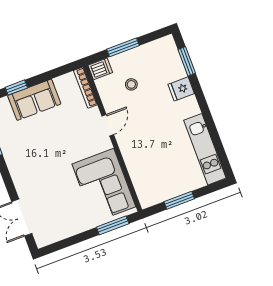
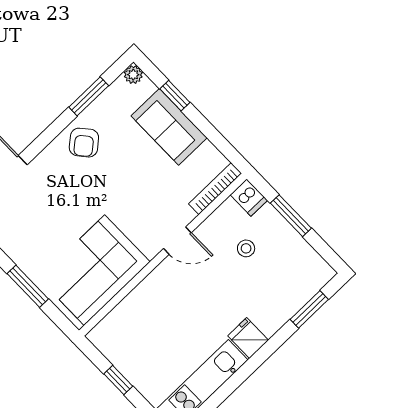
fridge: (181, 89) -> (248, 338), moved
armchair: (21, 157) -> (84, 143), added
window: (179, 200) -> (118, 380), width x0.67
window: (113, 225) -> (28, 286), moved

